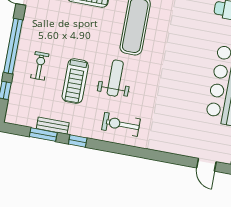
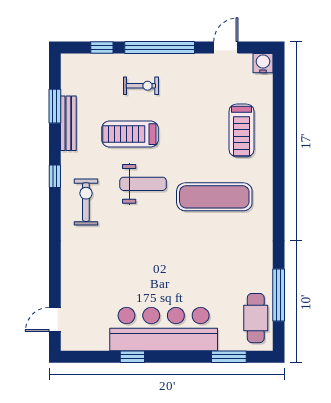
bench: (53, 126) -> (68, 123), width x1.36
window: (78, 141) -> (55, 176), moved

